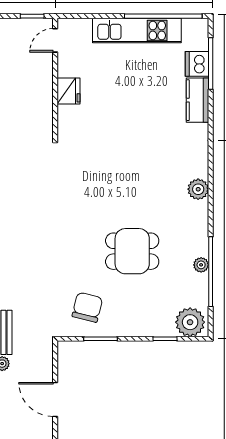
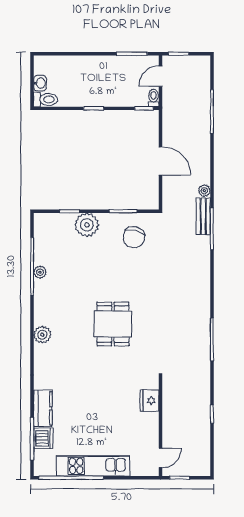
fridge: (68, 91) -> (150, 401), moved
dining table: (132, 251) -> (113, 324), moved, turned 90
plant: (190, 322) -> (87, 225), moved

